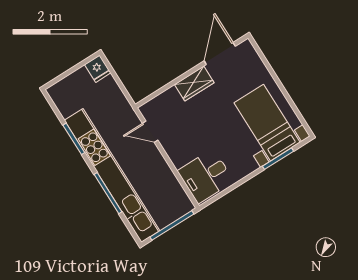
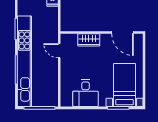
door: (220, 54) -> (122, 32), swing flipped
wardrobe: (194, 84) -> (89, 40), moved
desk: (206, 176) -> (86, 93), moved, turned -90

